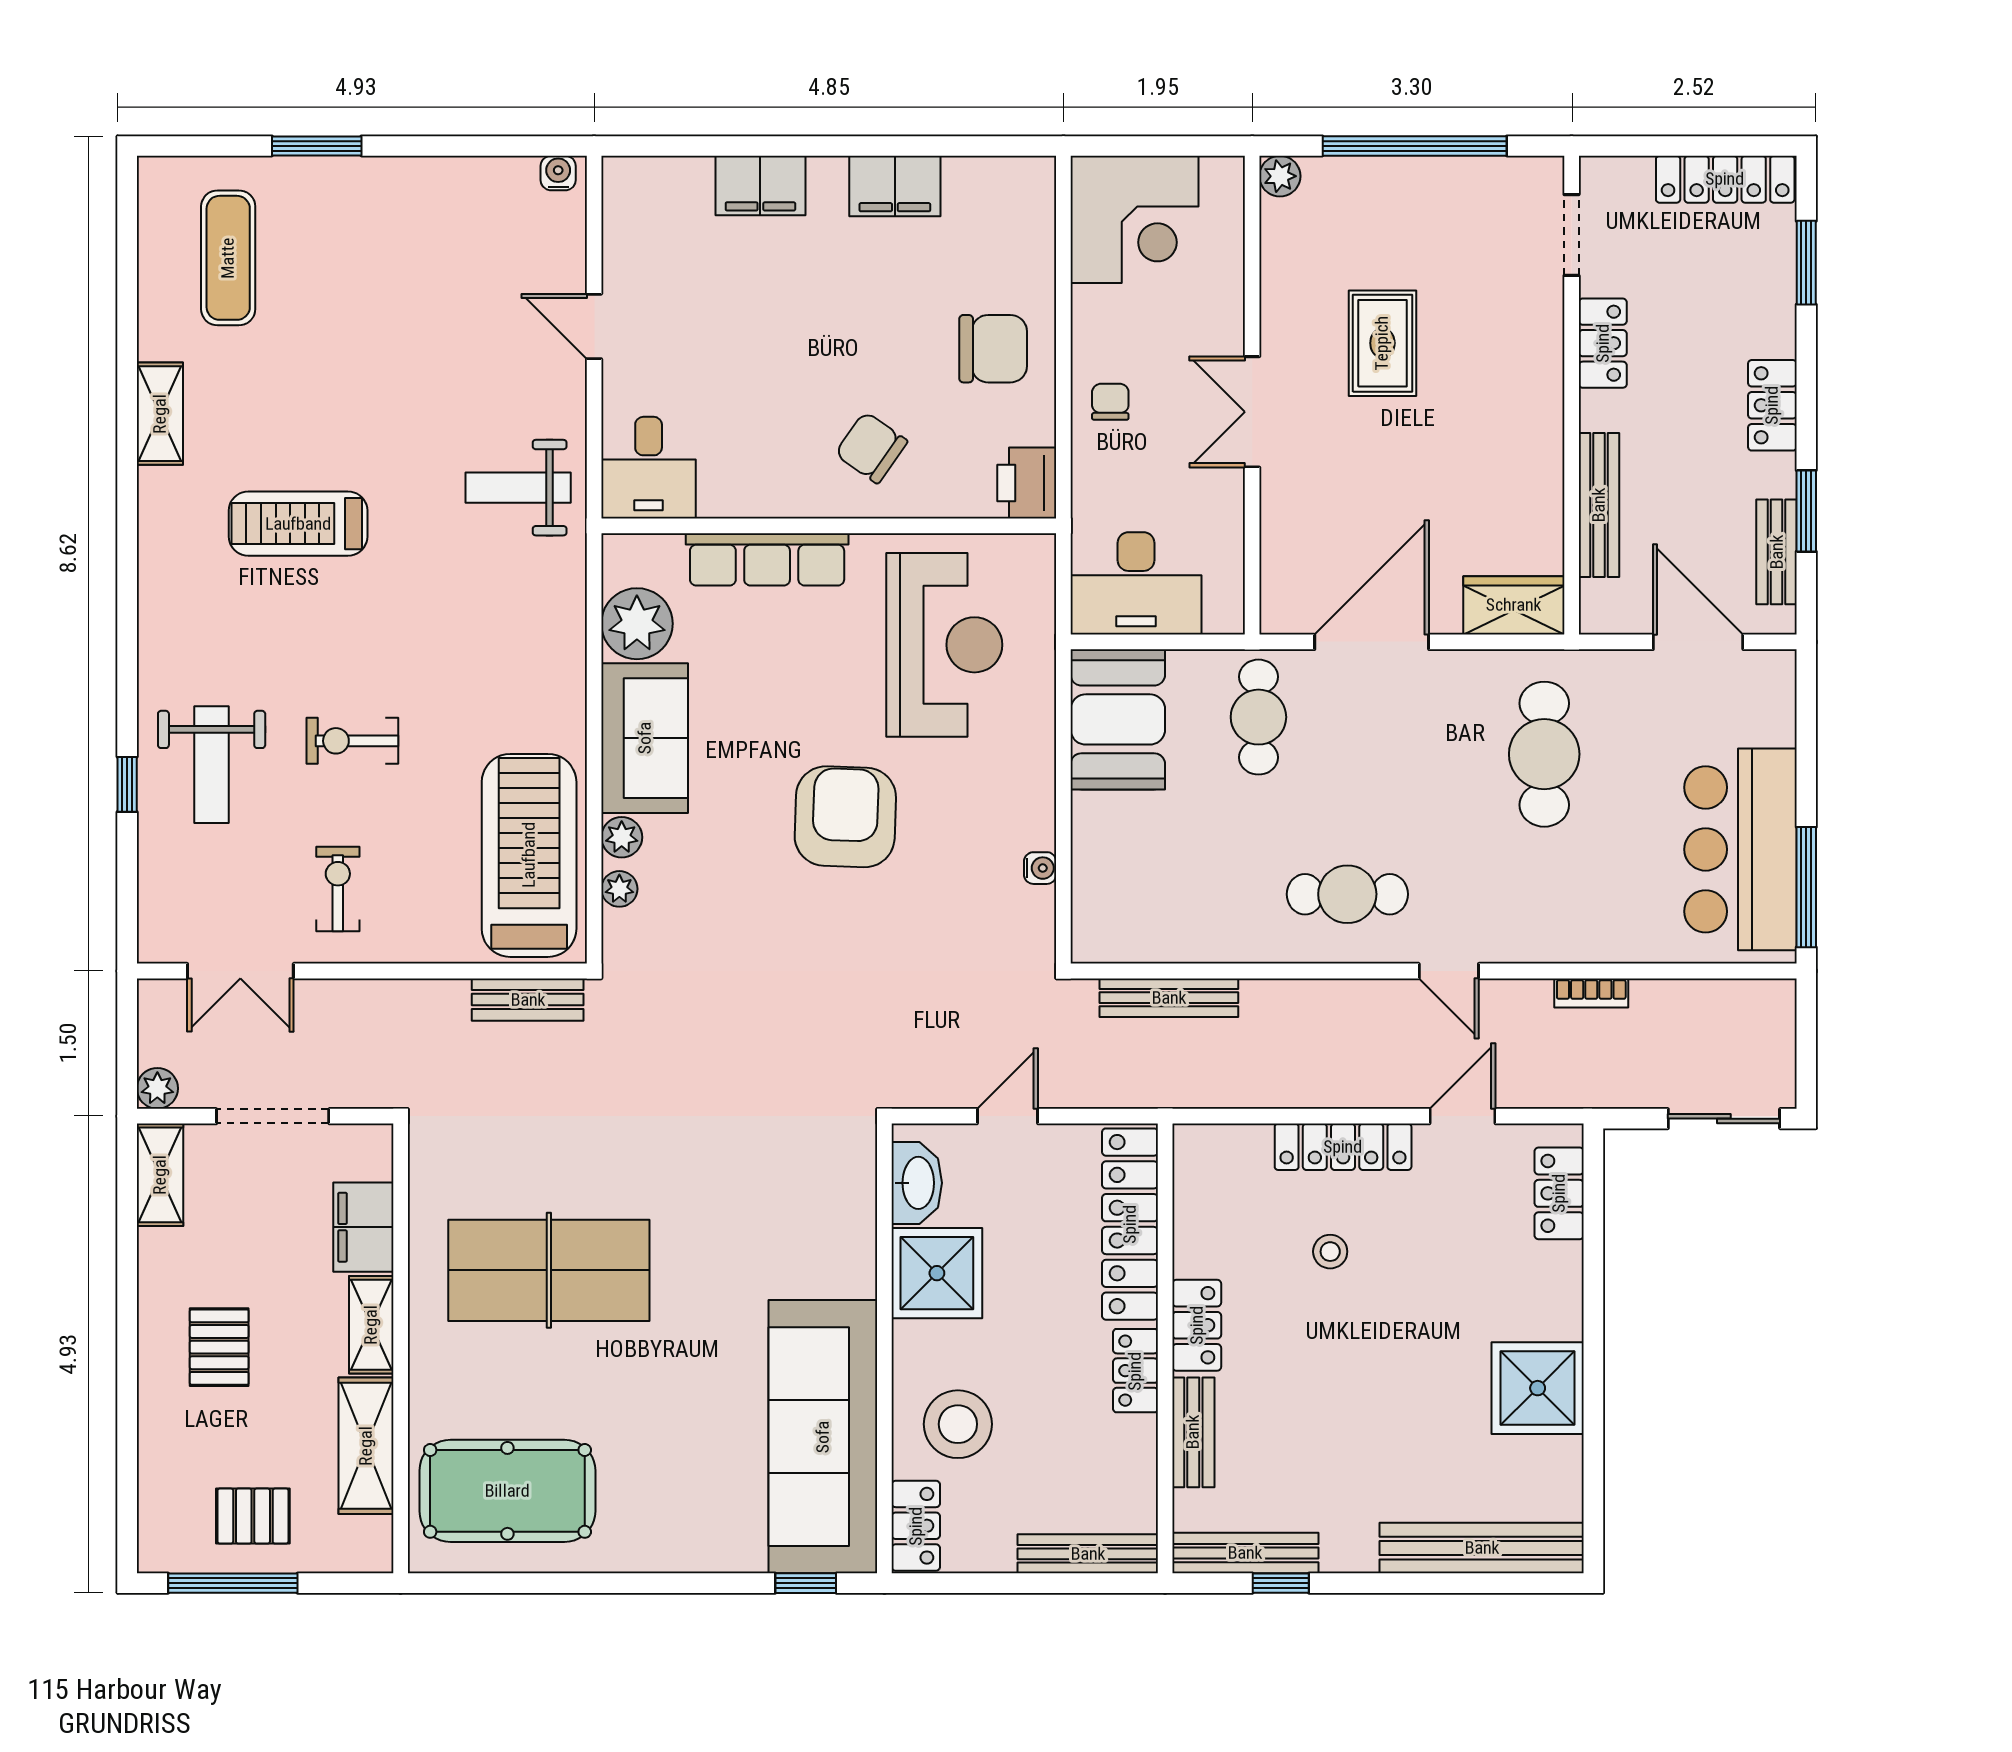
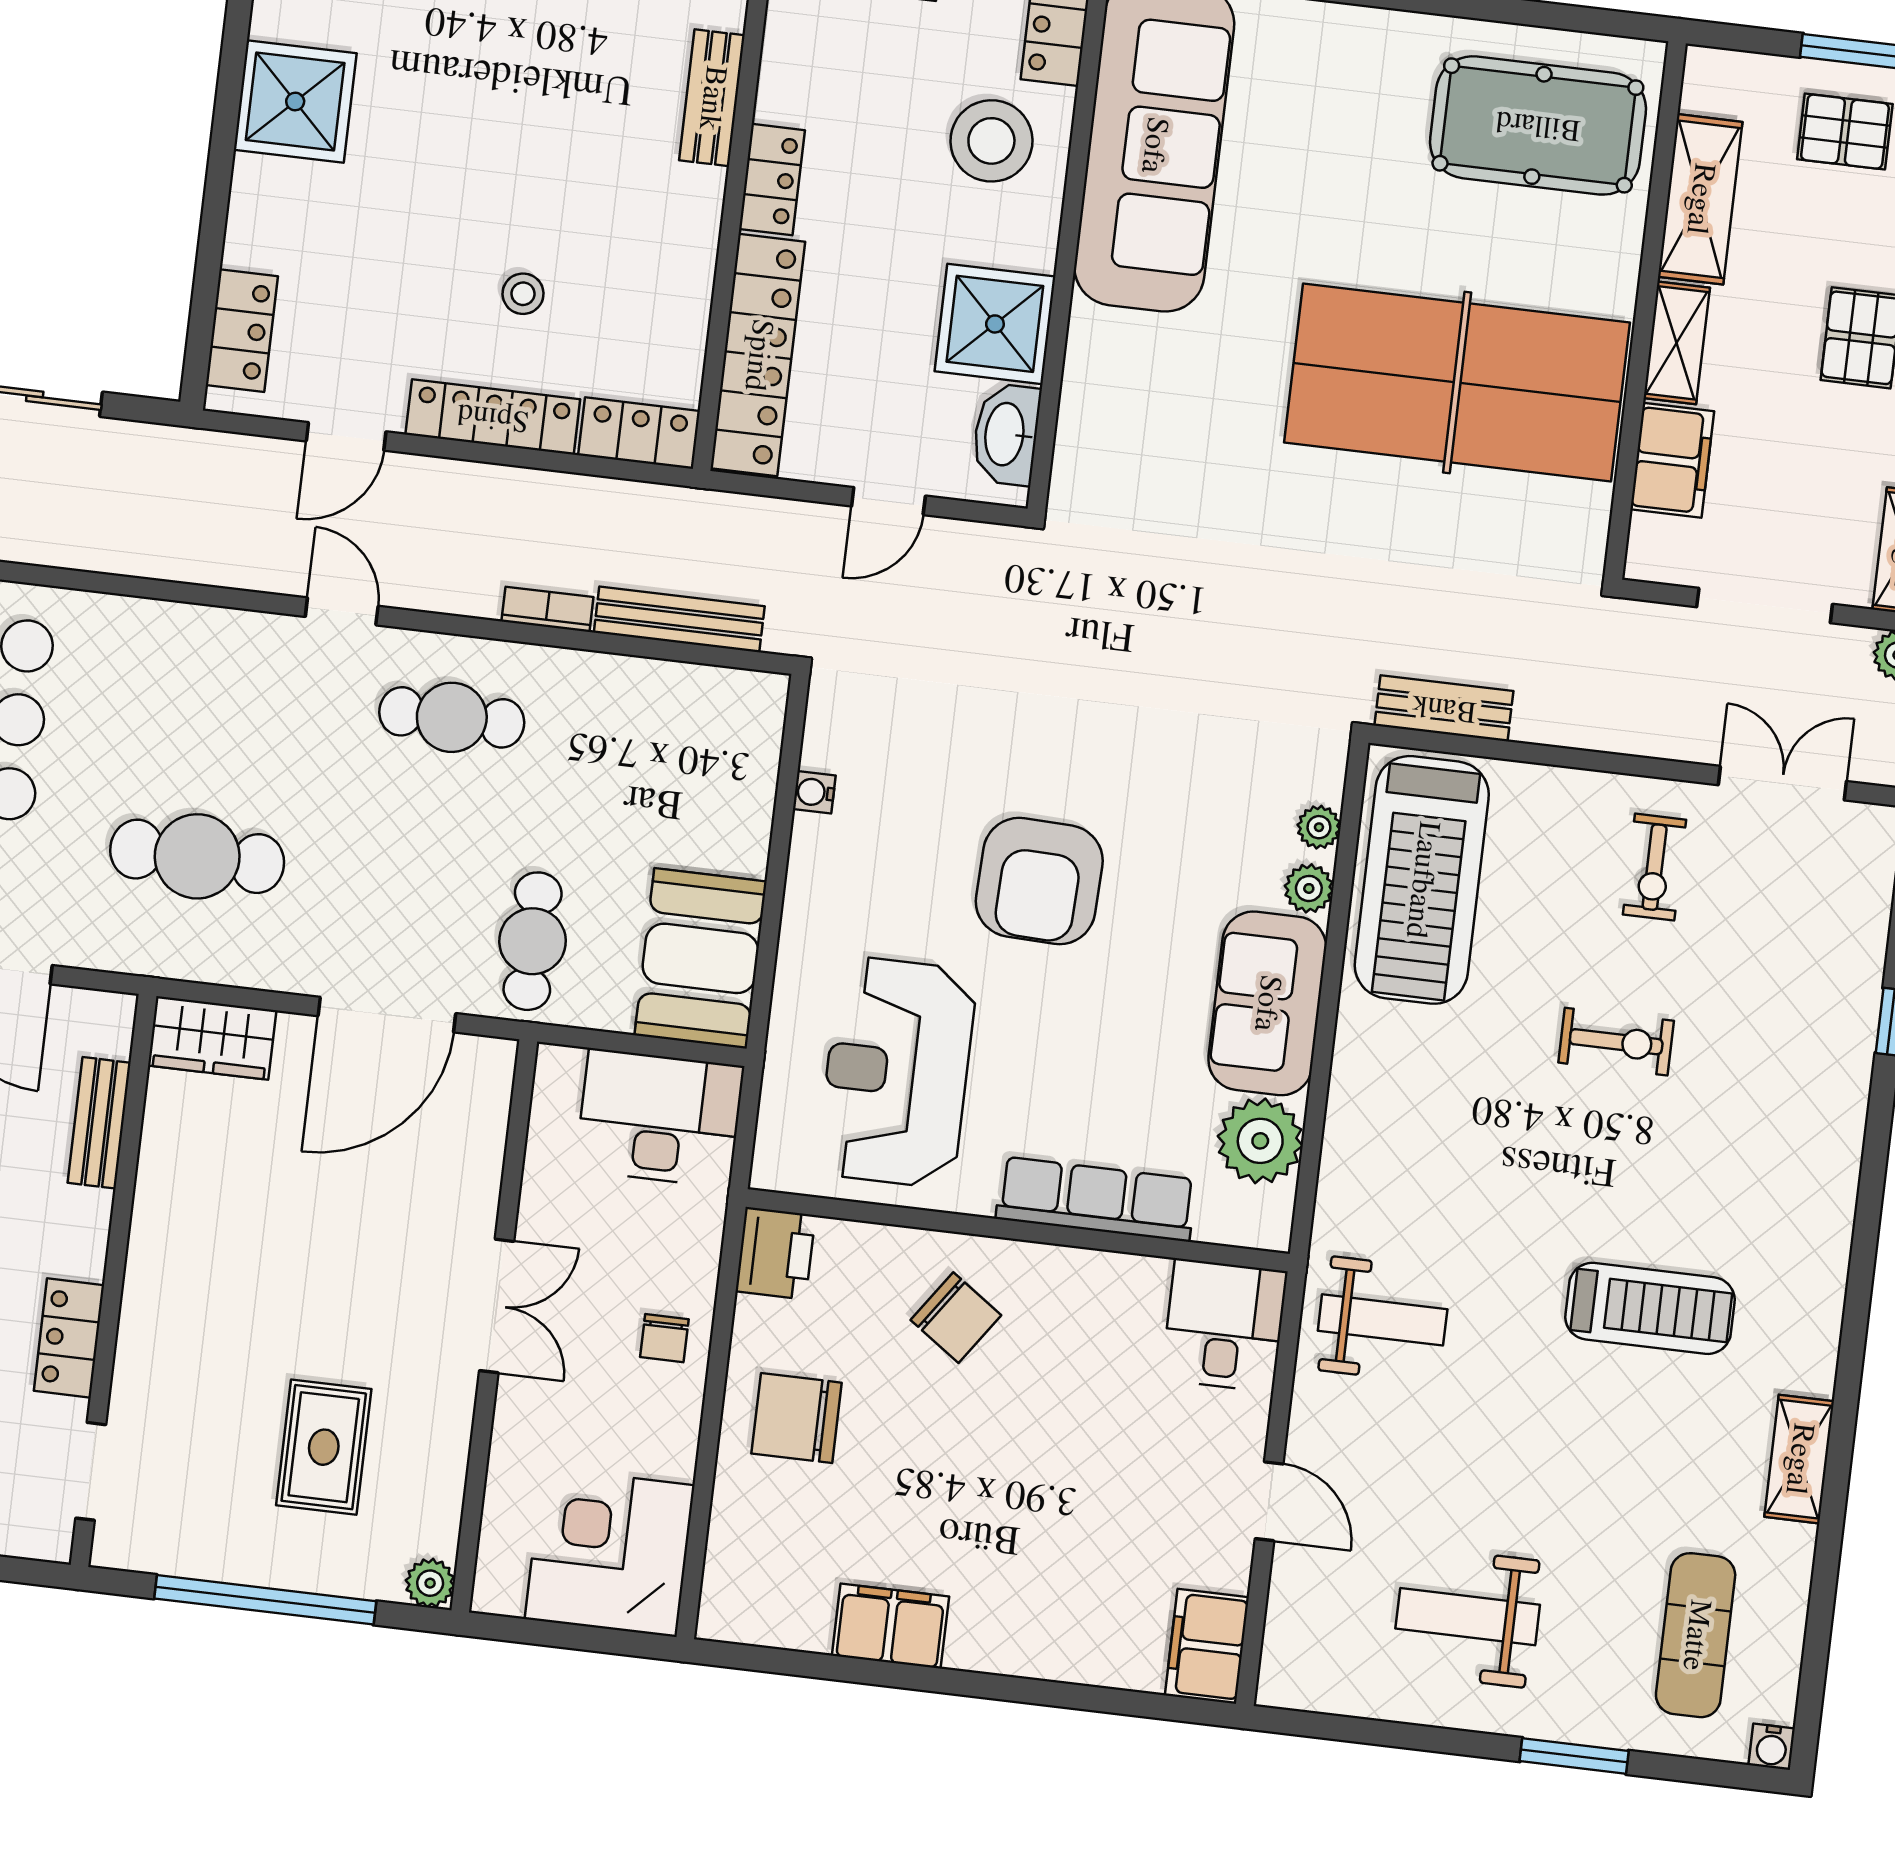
water cooler: (558, 173) -> (1772, 1747), moved
filing cabinet: (760, 185) -> (1207, 1646), moved, turned -90
rug: (1382, 343) -> (324, 1447), moved
bench: (1599, 505) -> (99, 1123), width x0.73
cafe table: (1544, 754) -> (197, 856), turned 90
weight bench: (212, 765) -> (1468, 1617), moved, turned -90
bookcase: (1591, 993) -> (547, 609), moved
table tennis table: (549, 1270) -> (1457, 382), width x1.36, depth x1.32
locker: (1197, 1325) -> (639, 433), moved, turned 90

